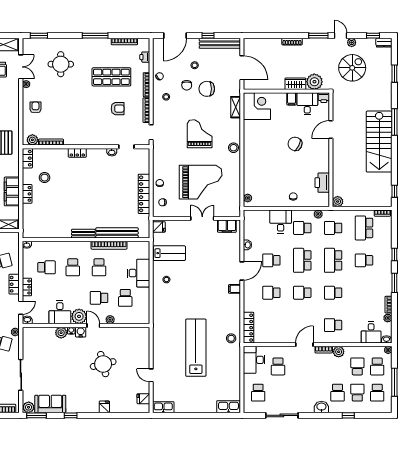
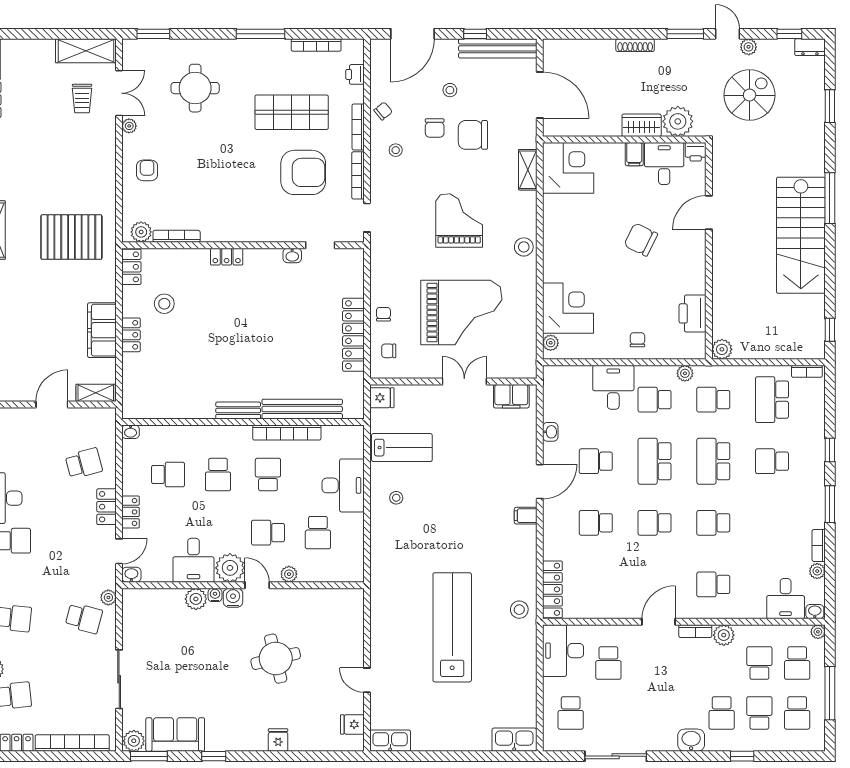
armchair: (118, 109) -> (303, 172), width x1.88, depth x1.88
corner desk: (257, 180) -> (568, 308), added
school desk: (99, 267) -> (268, 474), turned 180

